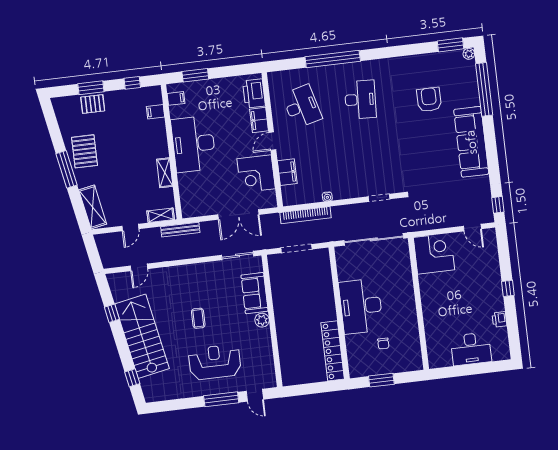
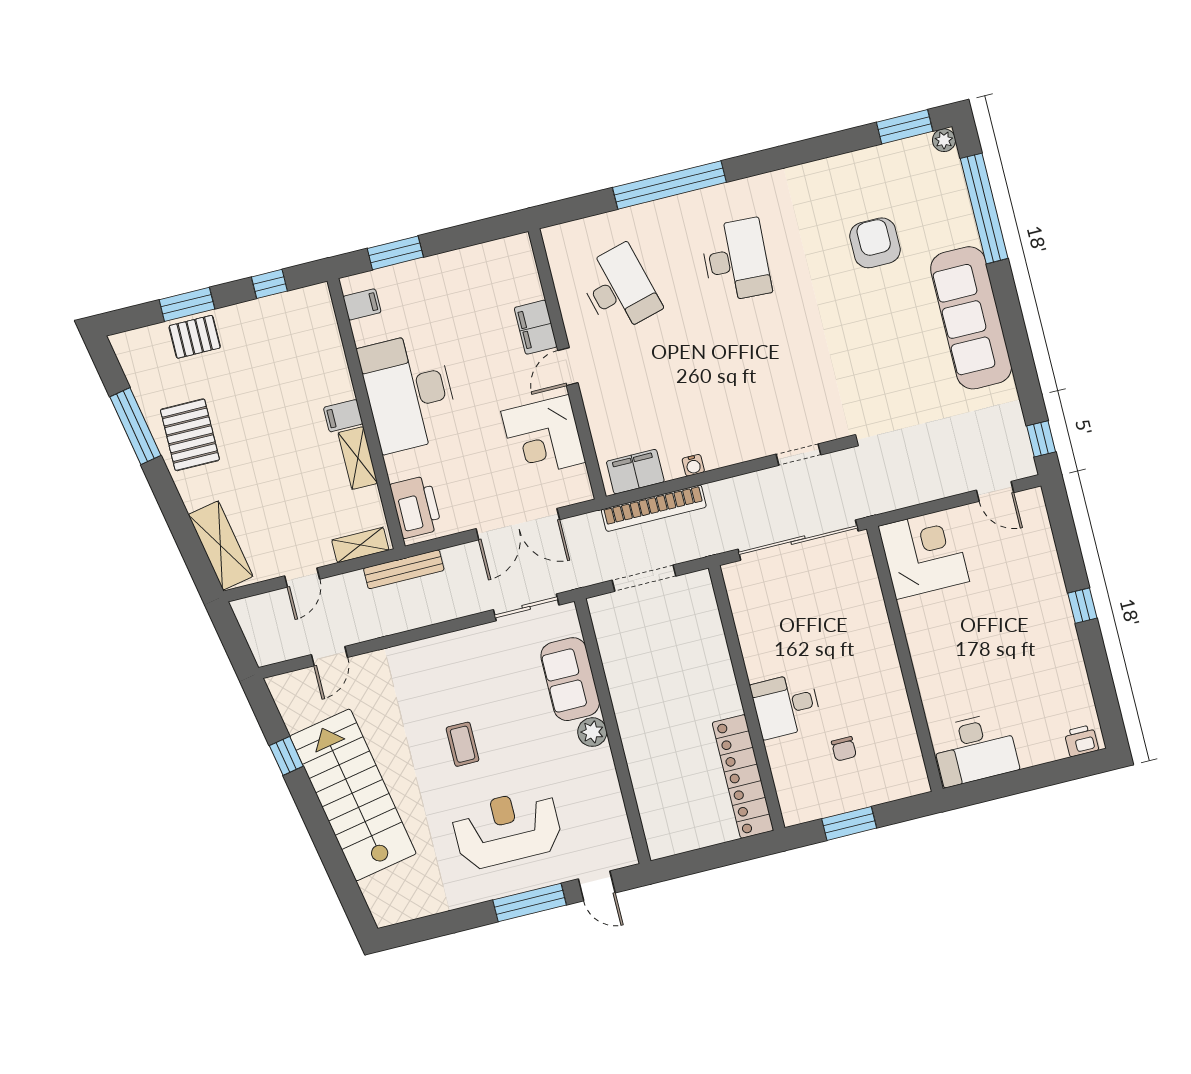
printer: (254, 94) -> (416, 507), moved, turned 180
filing cabinet: (155, 112) -> (343, 416), moved
window: (67, 169) -> (135, 426), moved
filing cabinet: (287, 172) -> (635, 472), moved, turned -90
desk: (361, 306) -> (786, 705), width x0.53, depth x0.77
printer: (499, 319) -> (1081, 741), moved, turned 90
desk: (471, 349) -> (975, 749), moved
window: (132, 378) -> (344, 882), removed

